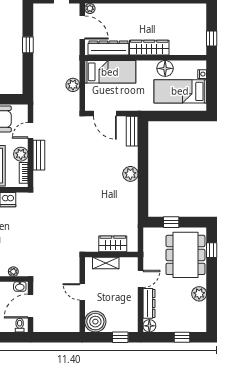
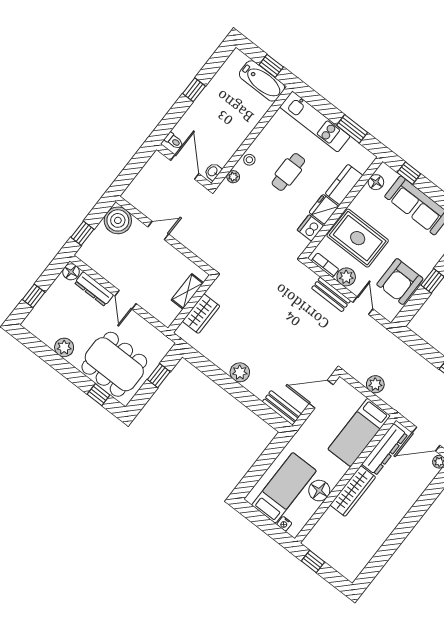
wardrobe: (113, 244) -> (201, 314), moved
wall: (111, 254) -> (192, 304), moved
shelving: (106, 263) -> (187, 291), moved

